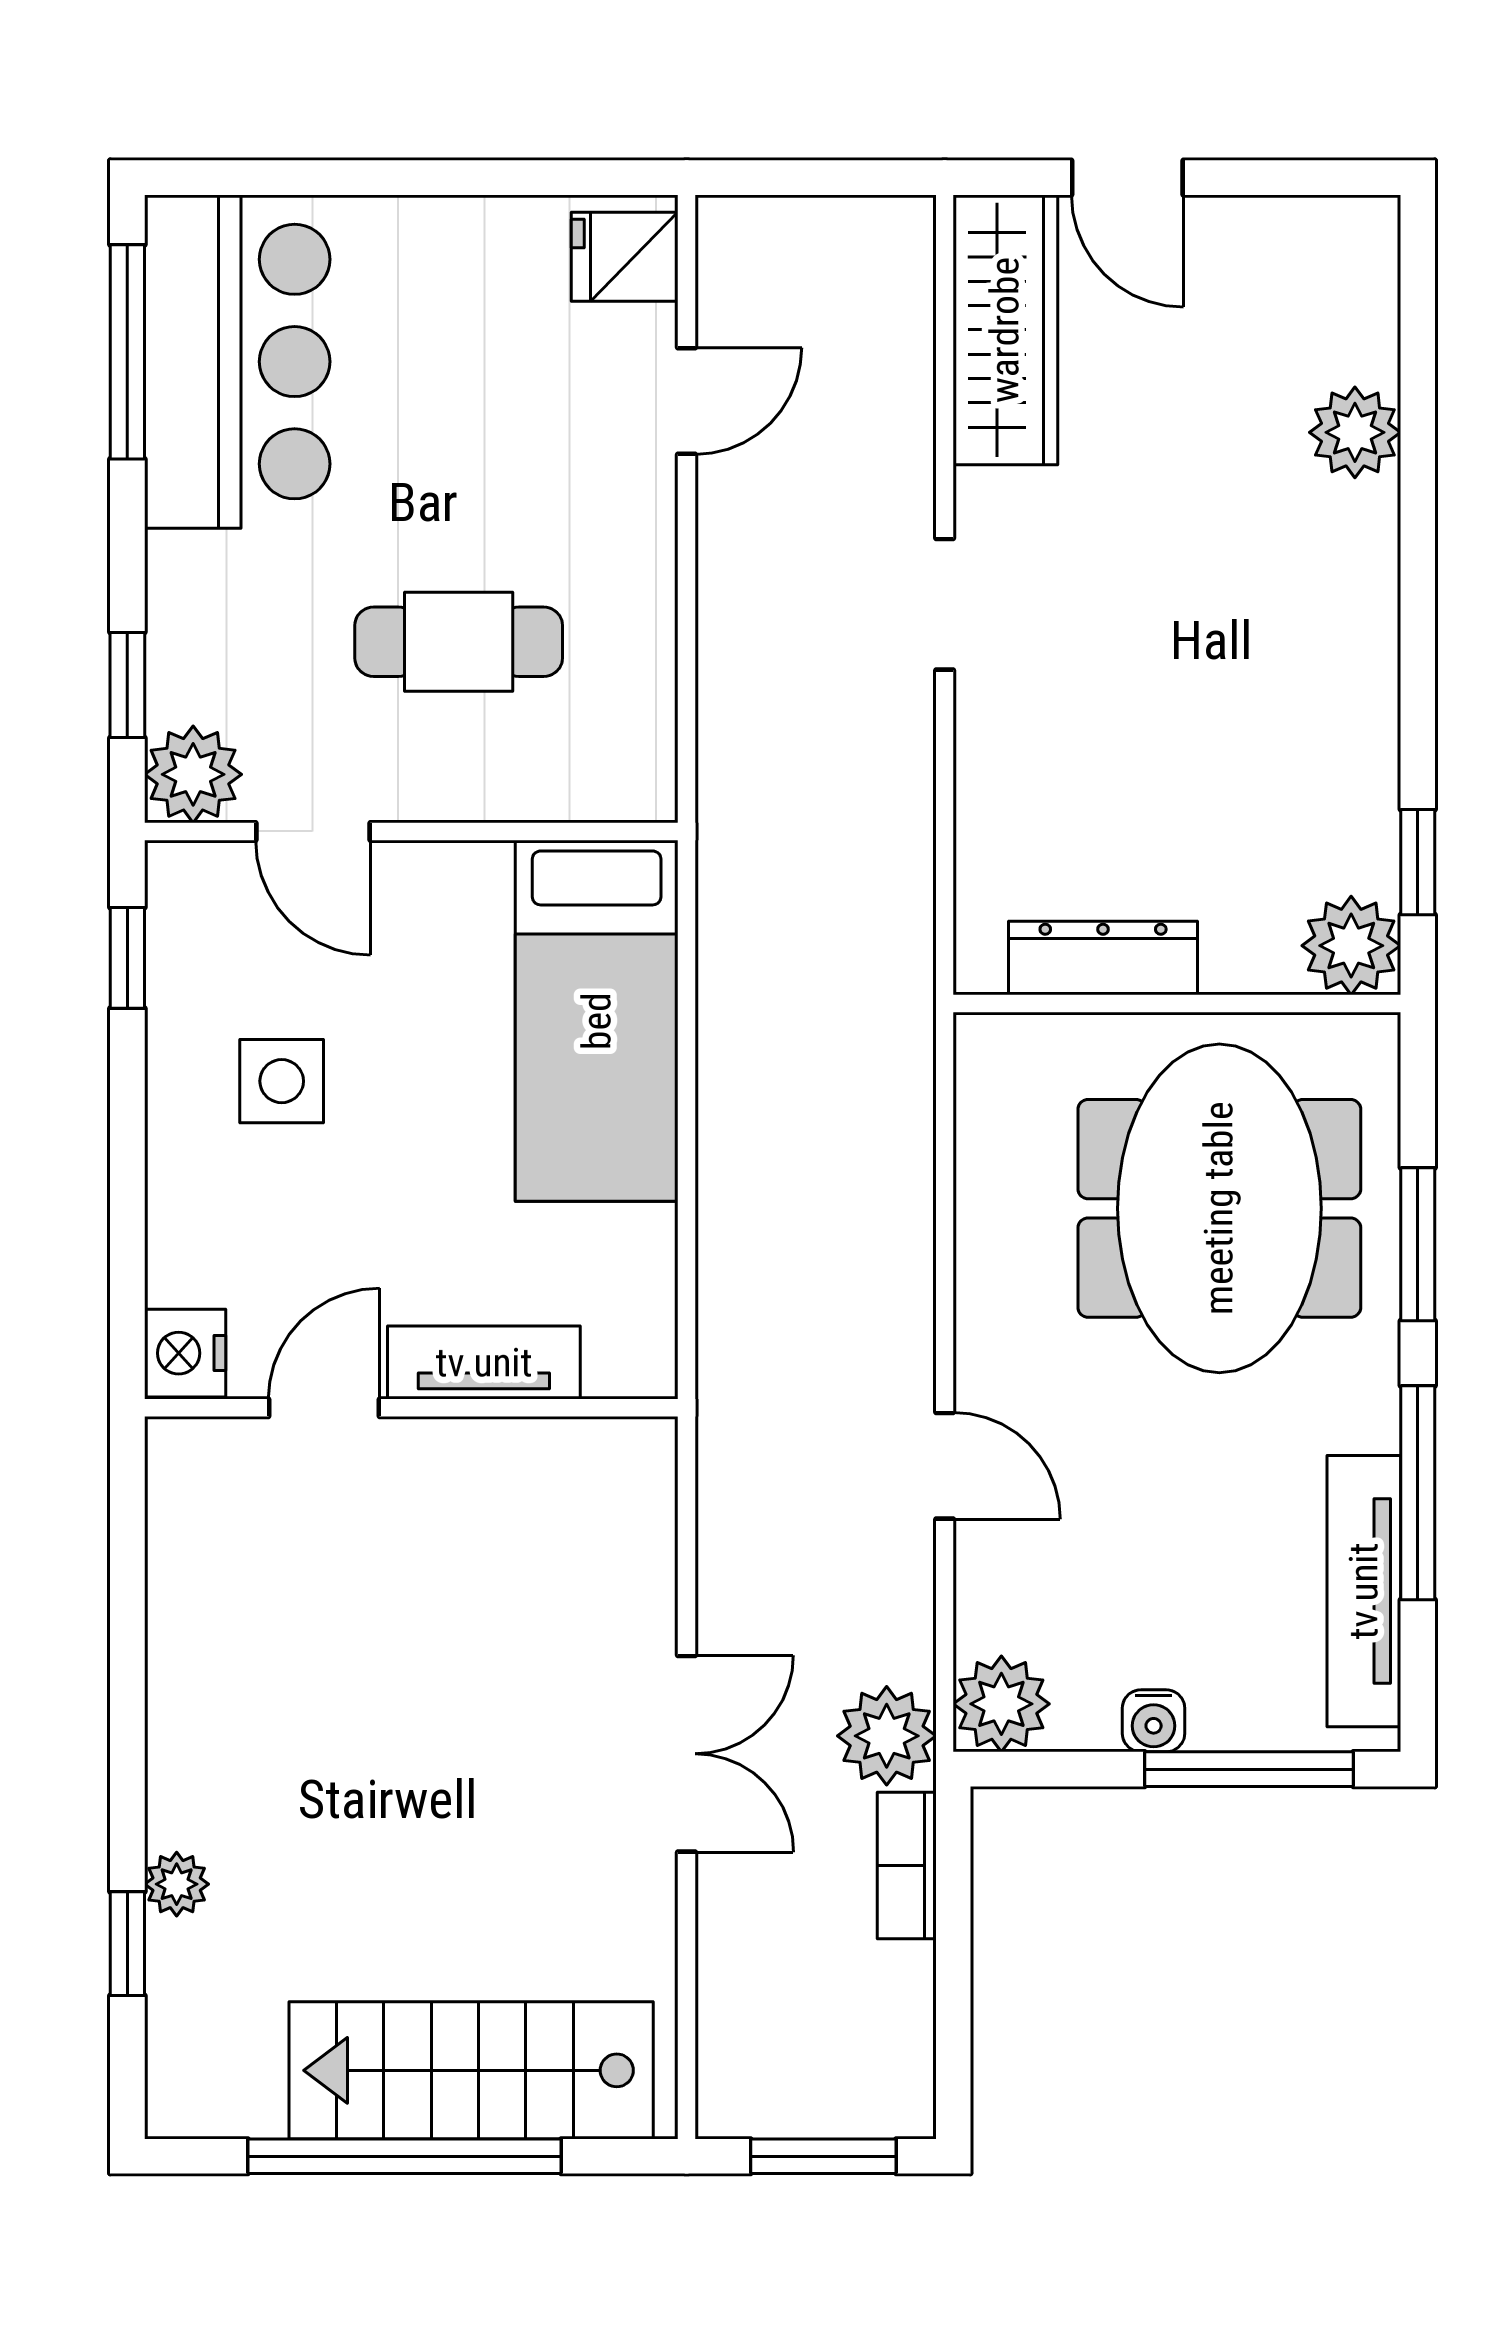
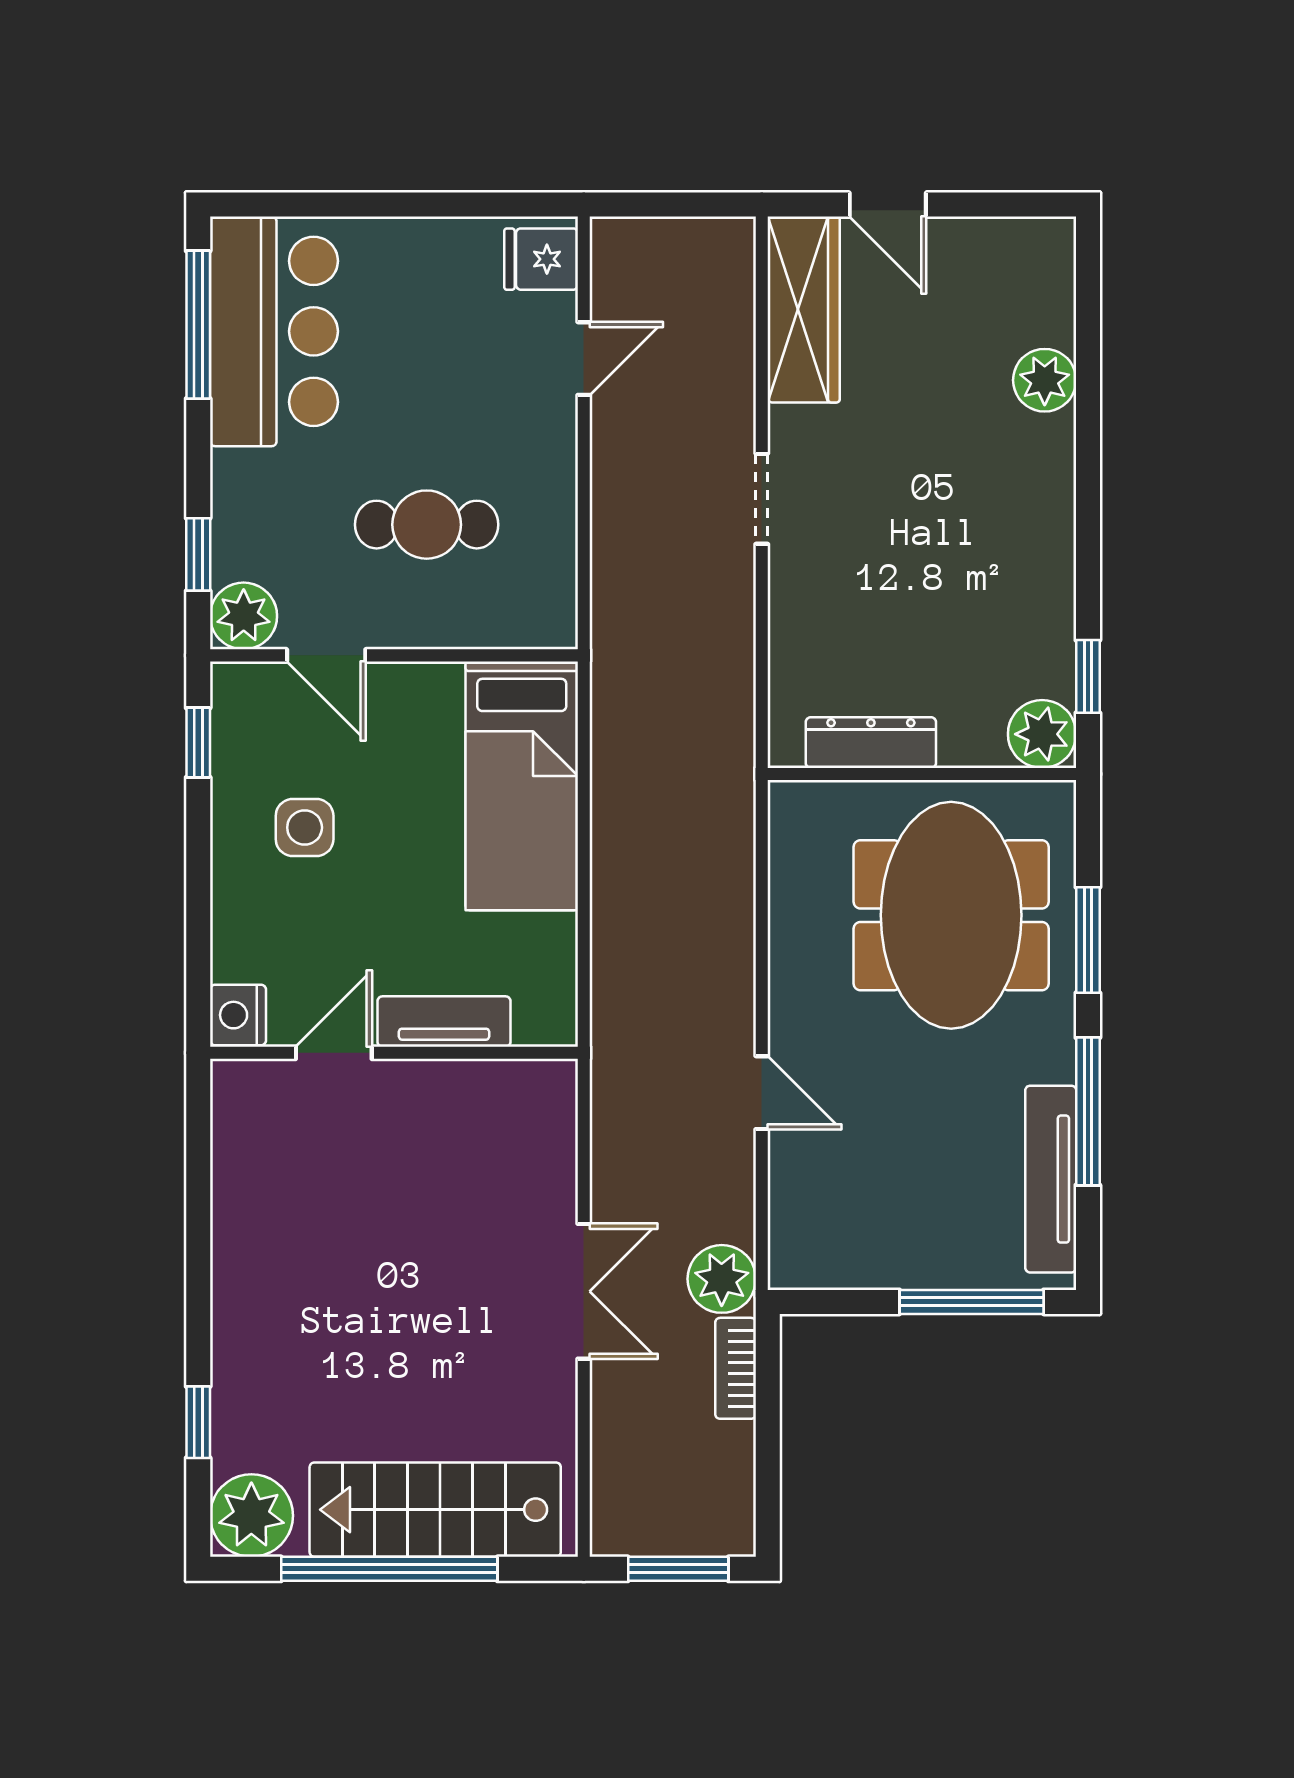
plant: (1001, 1704) -> (801, 1257), removed
water cooler: (1154, 1721) -> (906, 1269), removed
plant: (177, 1884) -> (251, 1516), moved, width x1.87, depth x1.87

